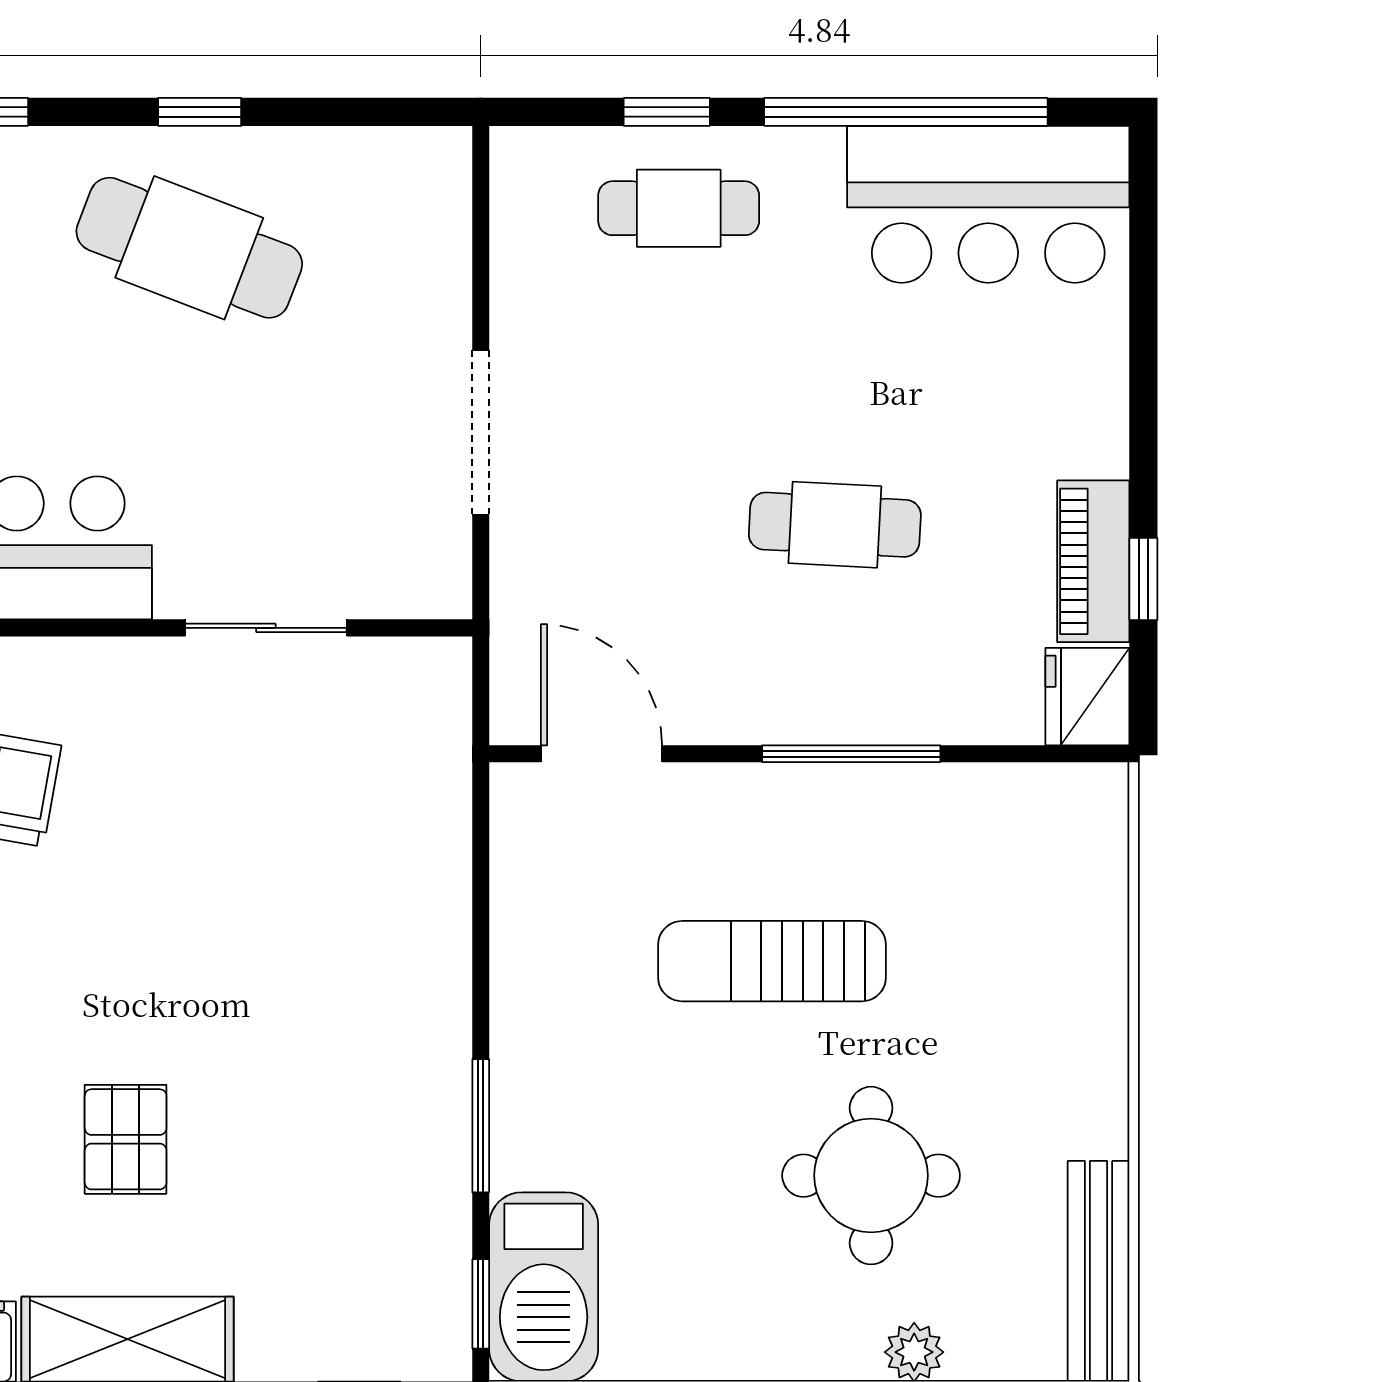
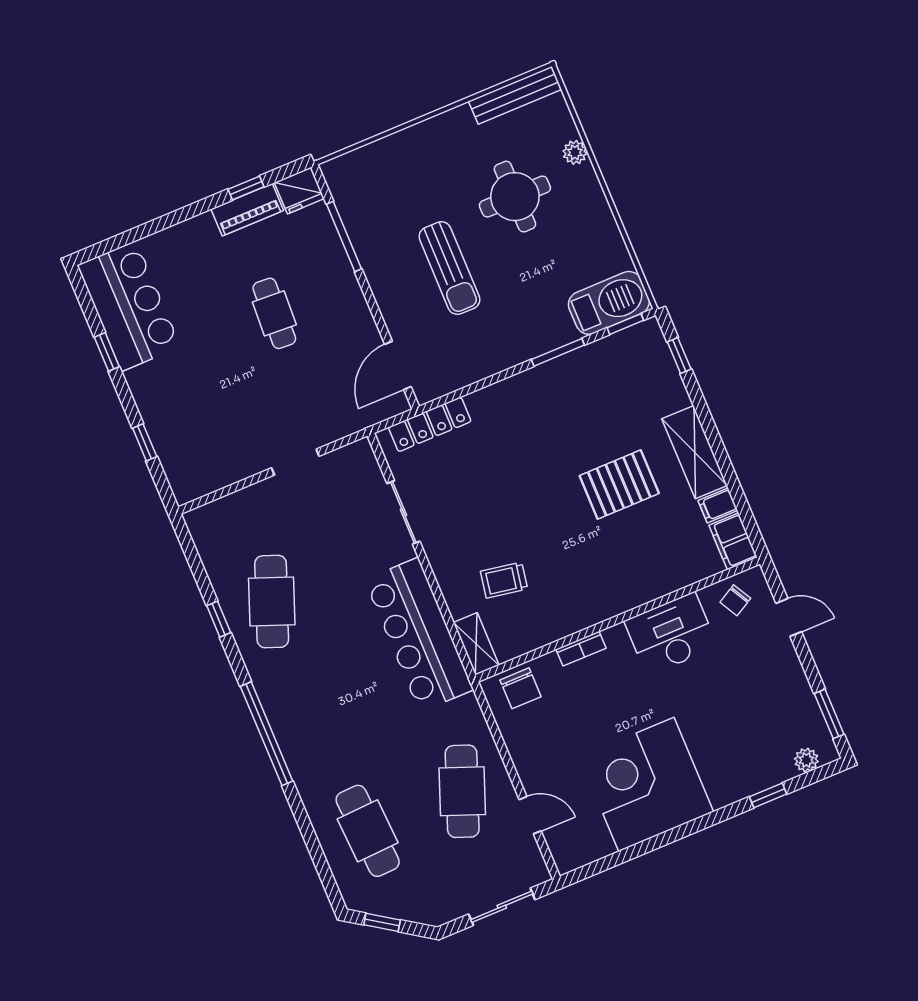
window: (906, 112) -> (107, 352), width x0.32
cafe table: (679, 208) -> (179, 423), removed
doorway: (481, 432) -> (295, 462), width x0.73
window: (851, 754) -> (344, 236), moved
locker: (439, 770) -> (430, 424), added
pallet: (126, 1139) -> (619, 485), width x1.50, depth x1.42

